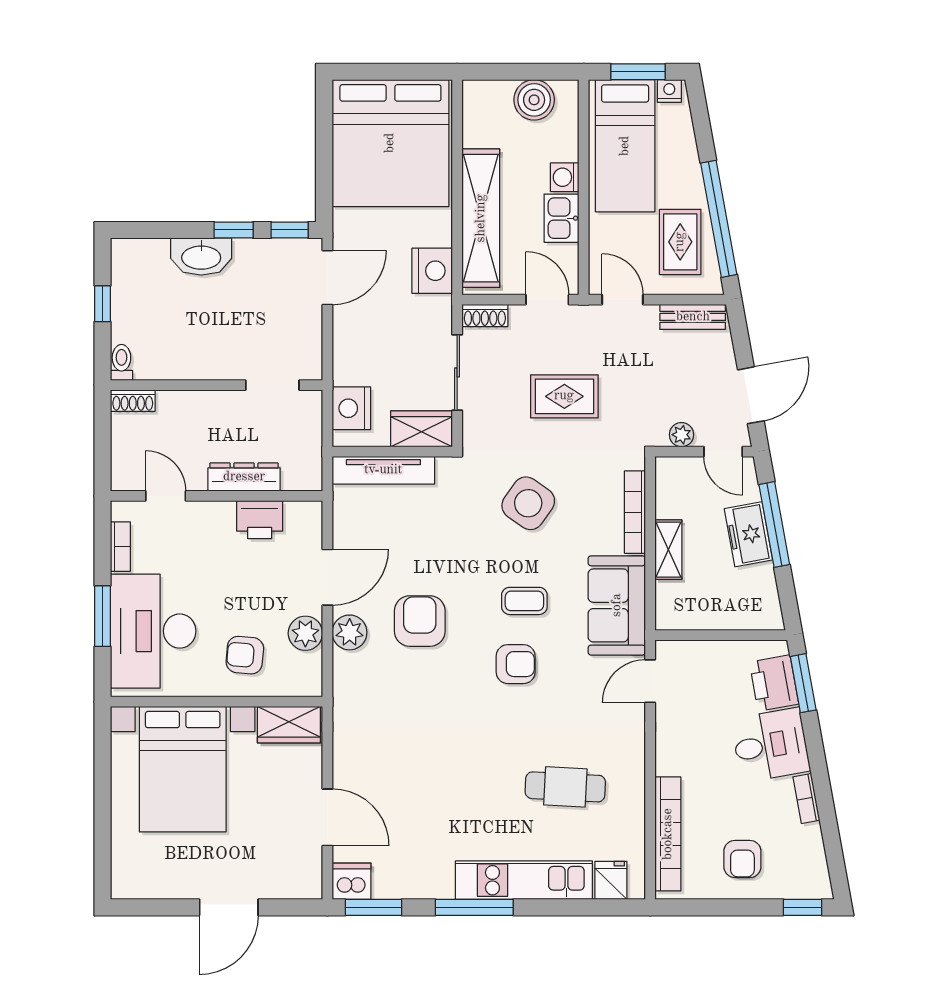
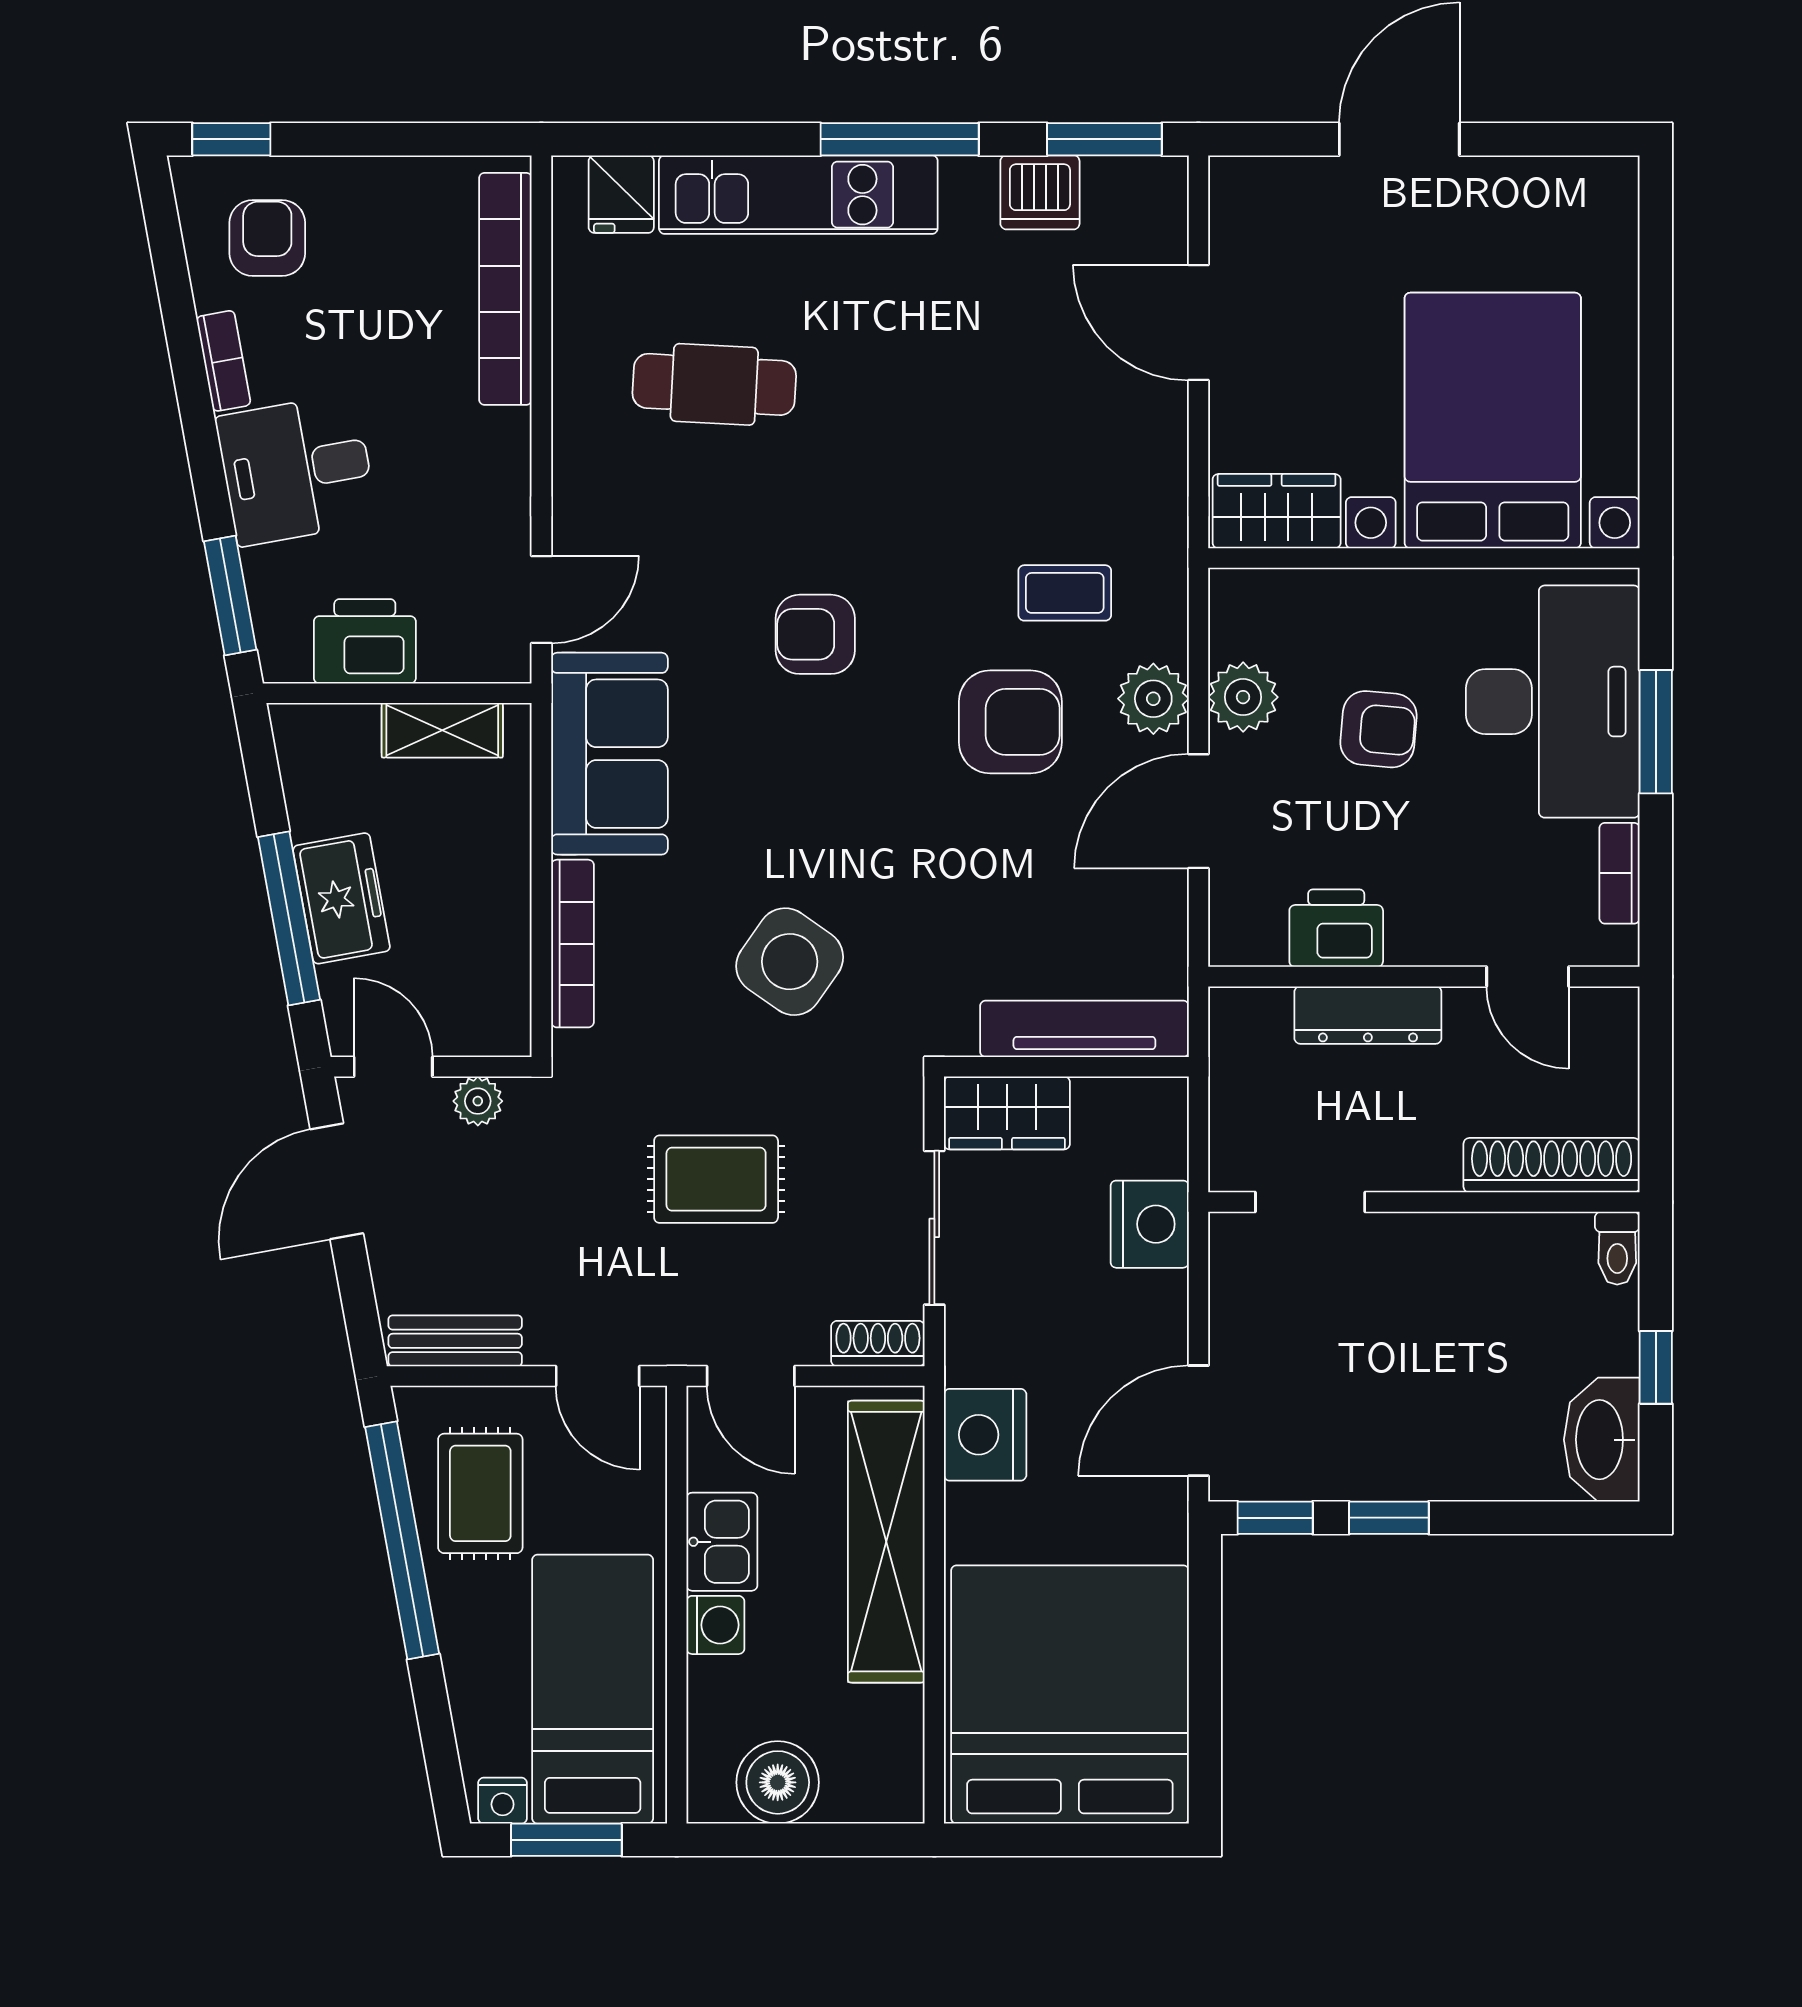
washbasin: (201, 257) -> (1602, 1440), moved, turned -90
shoe rack: (133, 401) -> (1552, 1165), width x1.94, depth x1.24
nightstand: (351, 408) -> (1150, 1224), moved
shelving: (668, 550) -> (442, 730), moved, turned 90
coffee table: (524, 601) -> (1065, 593), moved
armchair: (420, 621) -> (1010, 722), turned -90
armchair: (245, 655) -> (1379, 729), moved
printer: (774, 683) -> (365, 641), moved, turned -80
armchair: (742, 859) -> (267, 238), moved
dishwasher: (352, 881) -> (1040, 192), moved

